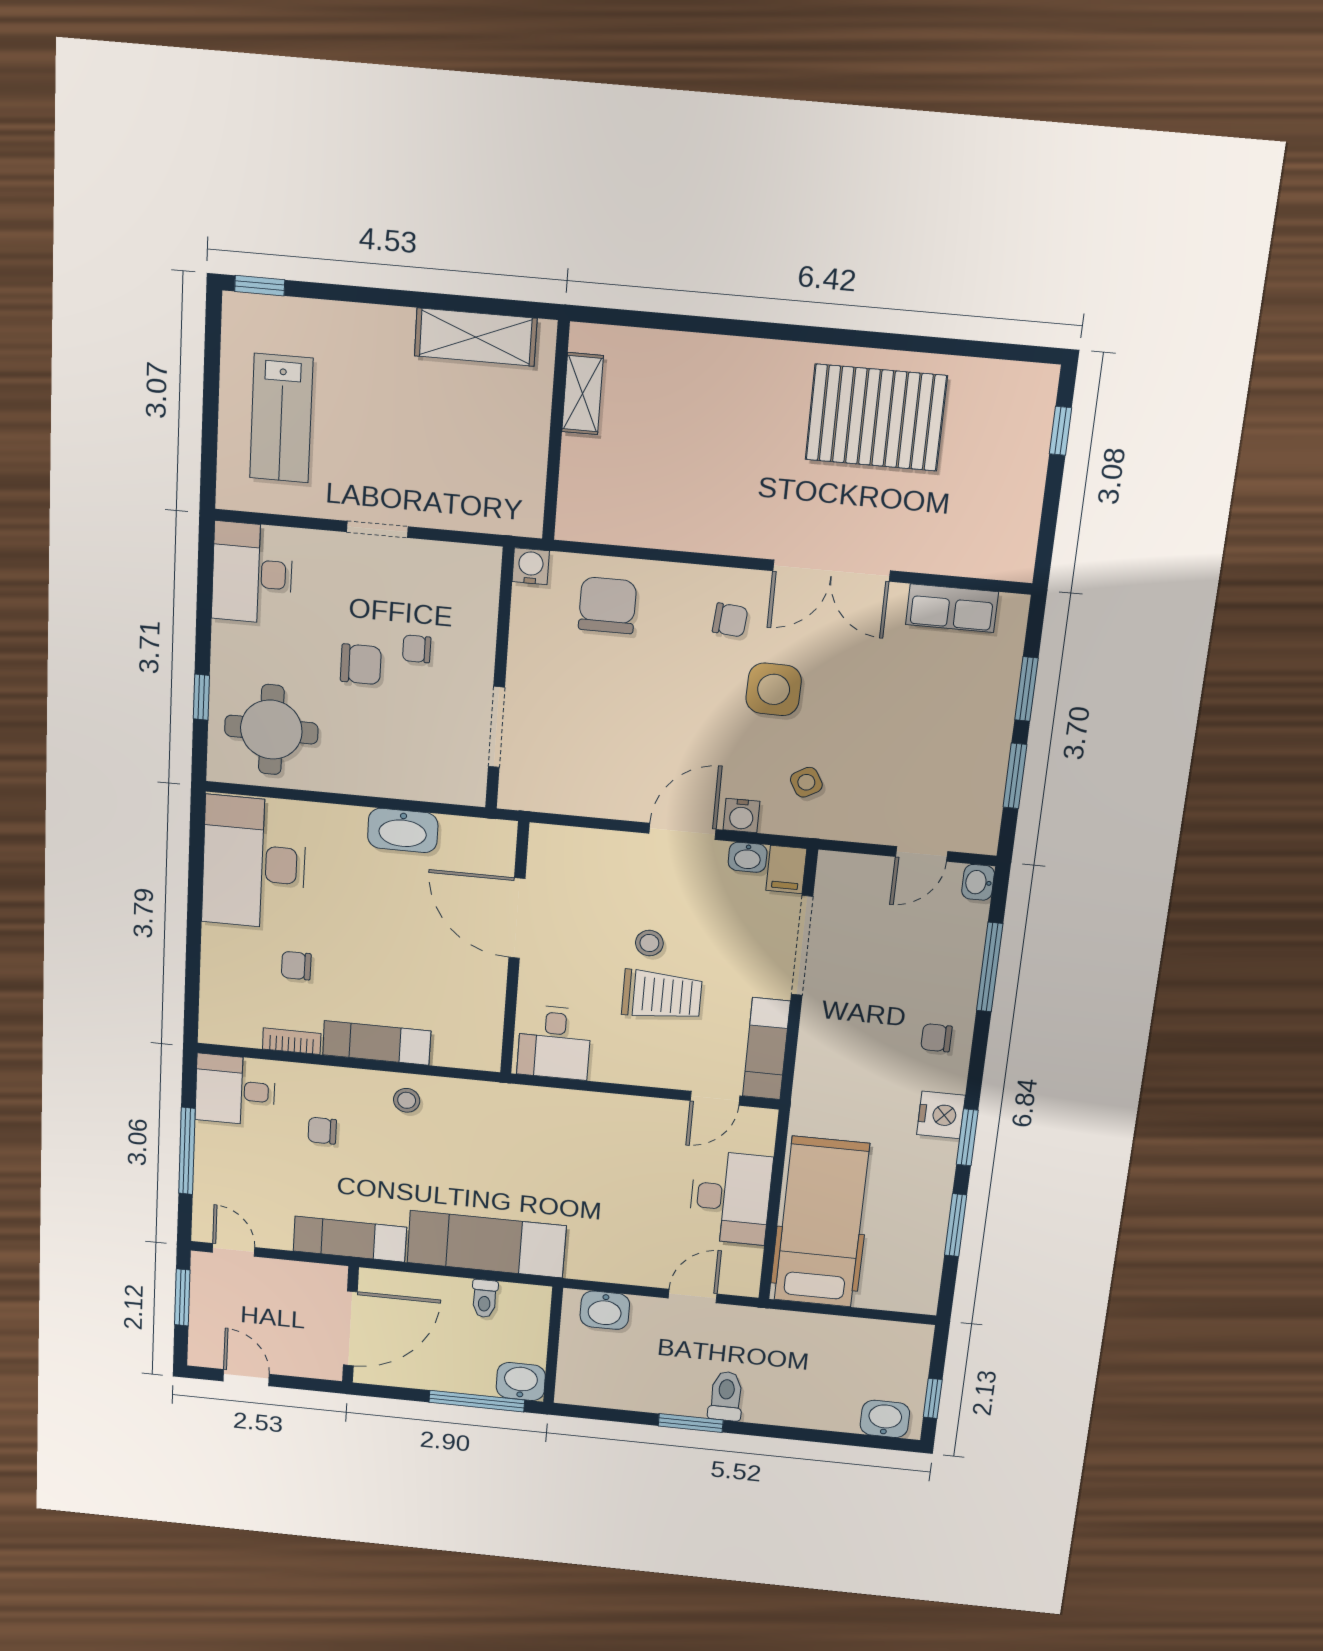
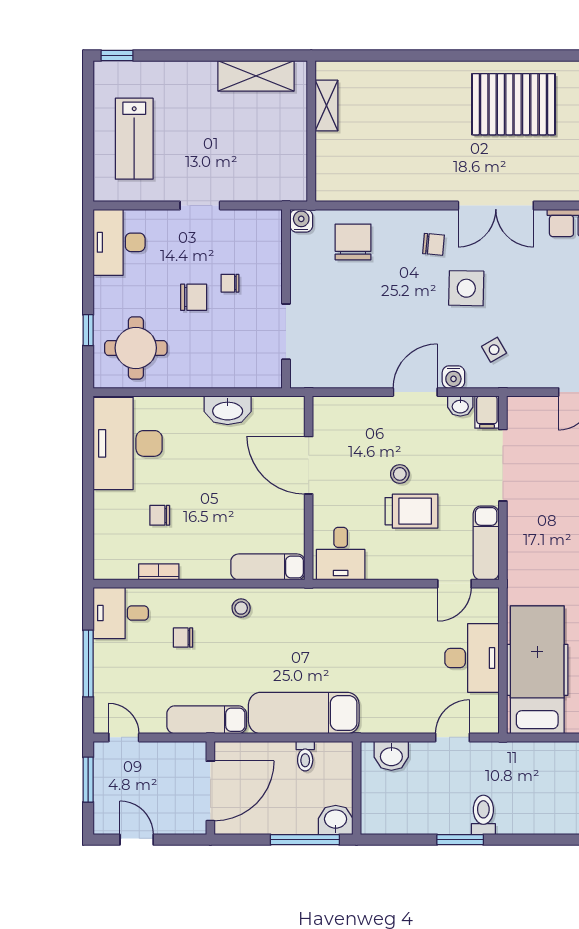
exam couch: (377, 1043) -> (268, 567), moved

